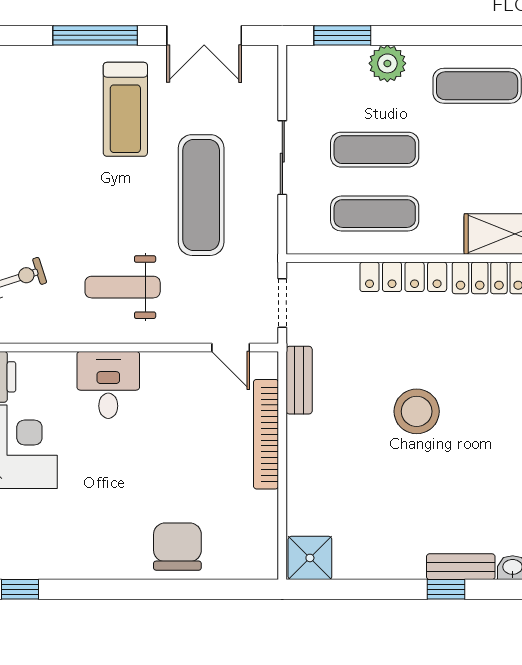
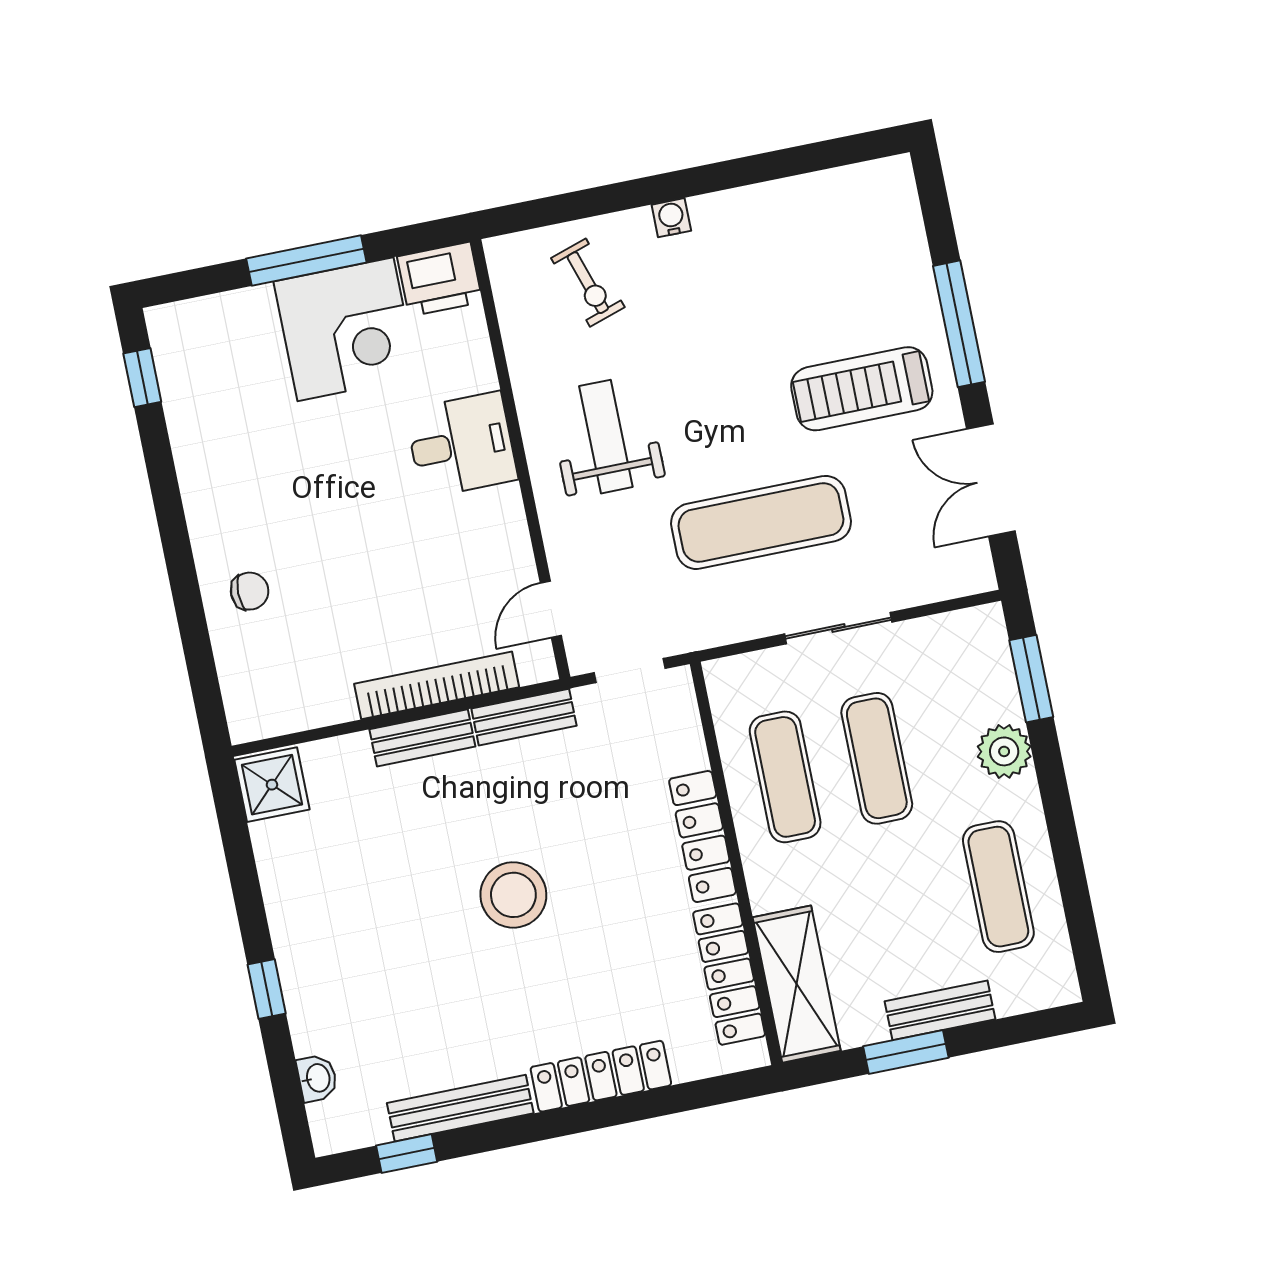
chair: (177, 547) -> (250, 591), width x0.54, depth x0.54
bench: (461, 567) -> (422, 738), moved, turned 90

